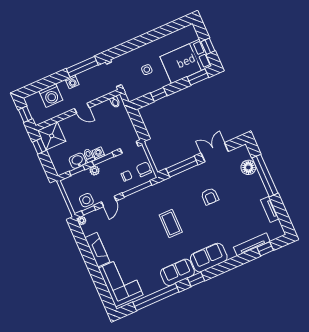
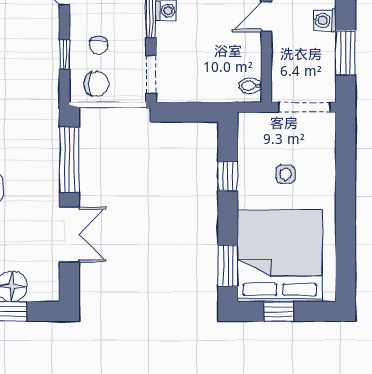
bed: (186, 61) -> (280, 256), width x1.36
window: (82, 67) -> (346, 53), width x0.69
window: (137, 189) -> (64, 54), width x0.46

